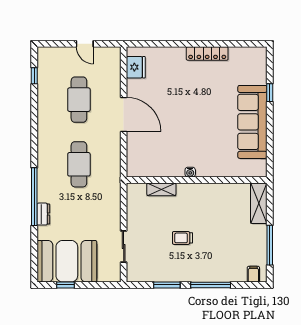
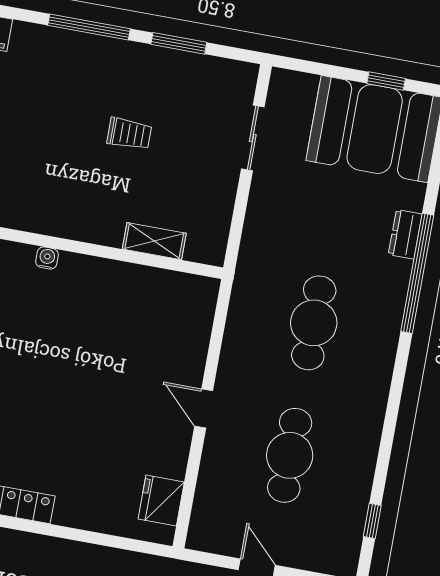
door: (124, 114) -> (204, 408), width x0.53
water cooler: (190, 172) -> (47, 258), moved

